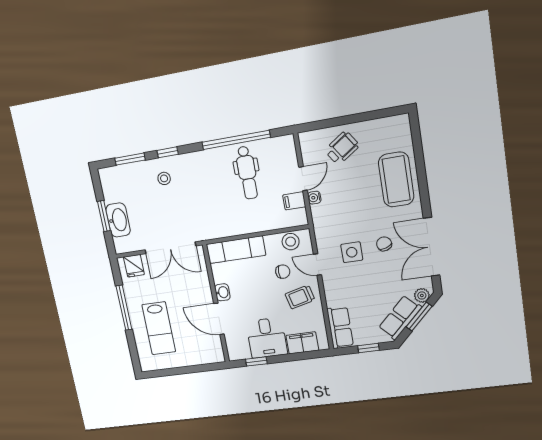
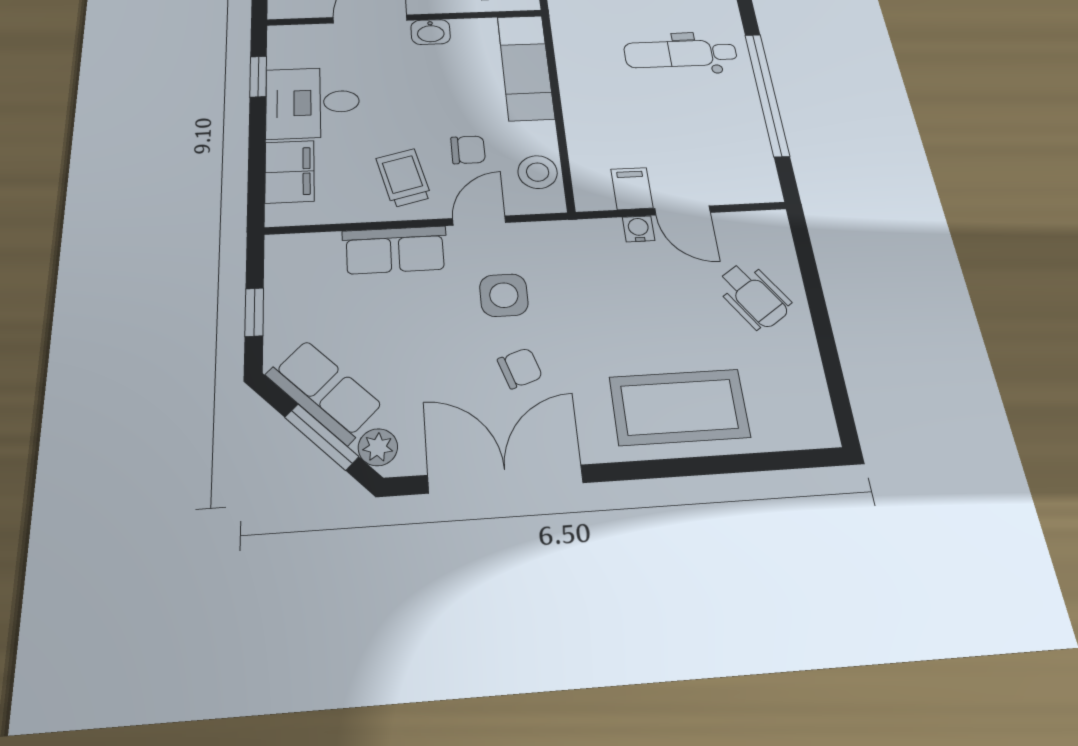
dental chair: (247, 173) -> (681, 54), moved
chair: (283, 272) -> (468, 150), turned -90
row of seats: (340, 328) -> (395, 250), moved

